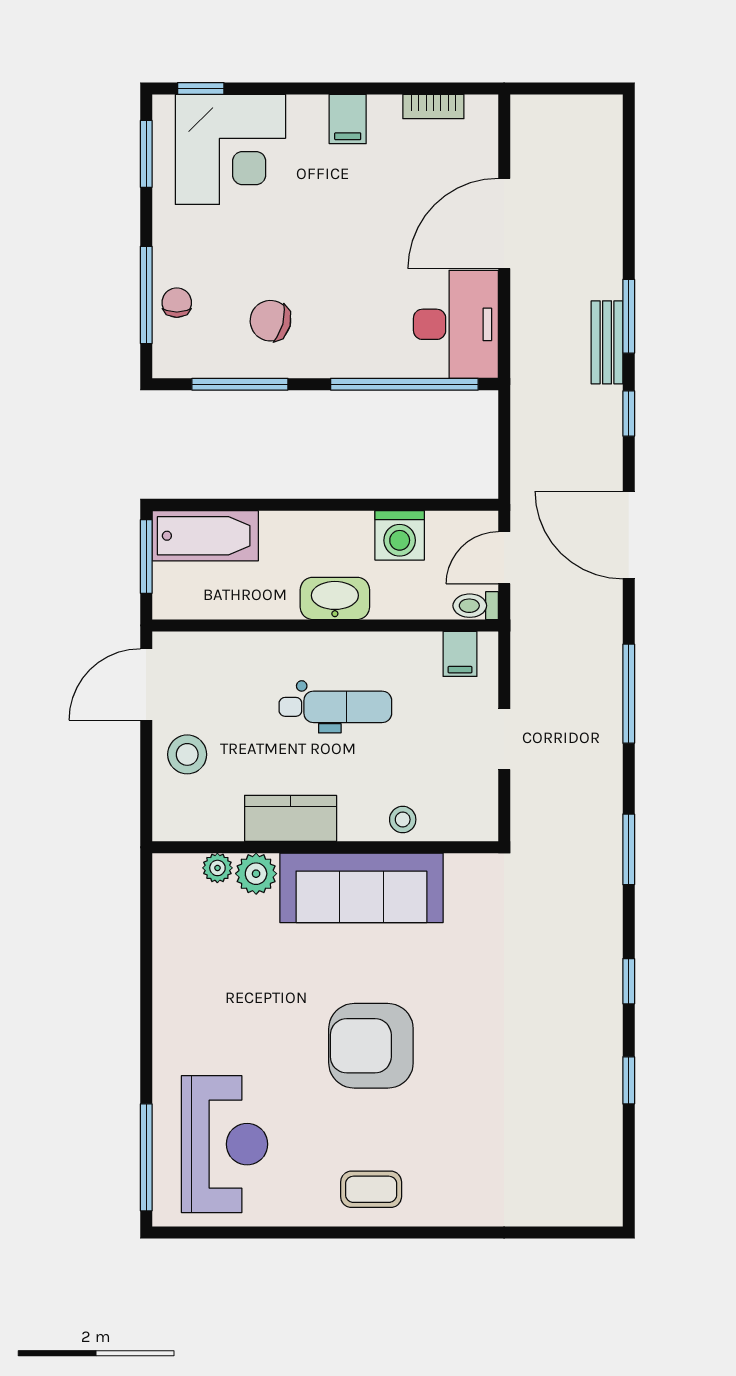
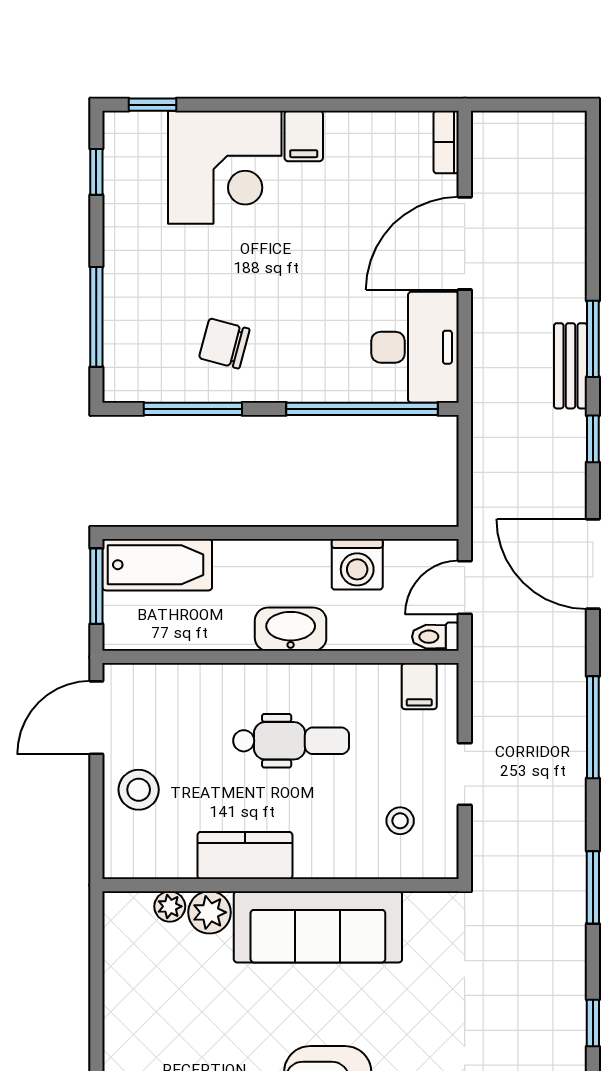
bookcase: (433, 107) -> (446, 142), moved, turned 90
corner desk: (230, 149) -> (225, 167), moved
window: (146, 154) -> (96, 172), width x0.67
chair: (177, 303) -> (128, 325), removed
stool: (403, 820) -> (400, 821), moved

